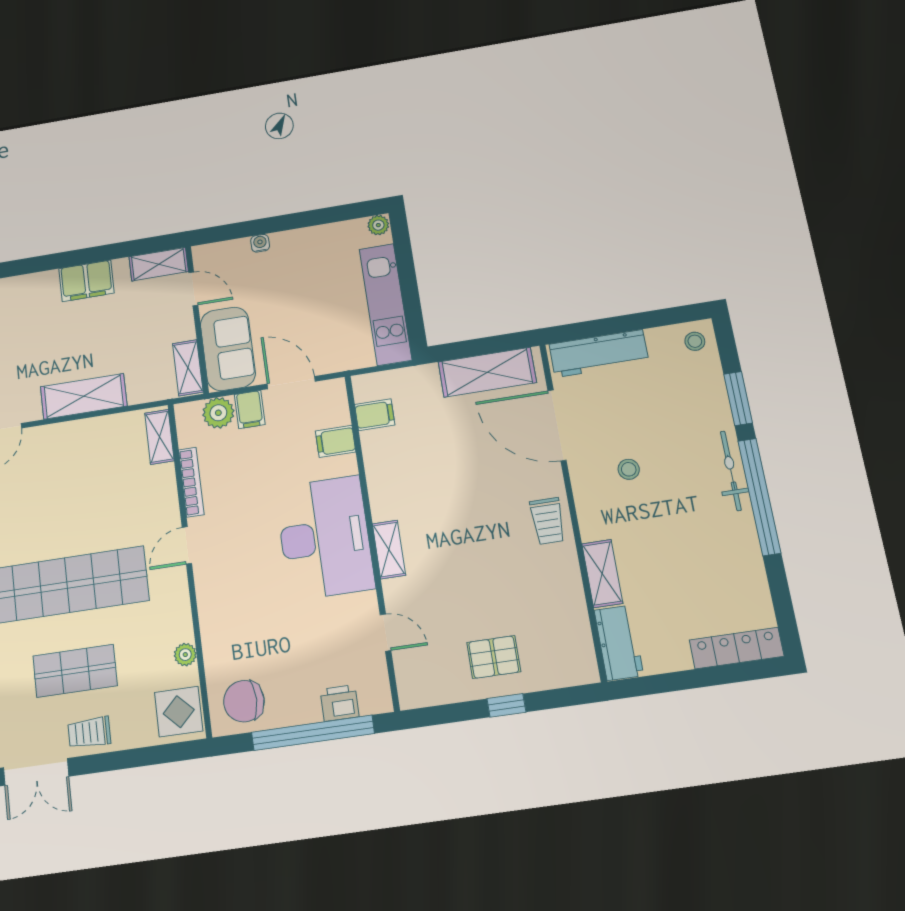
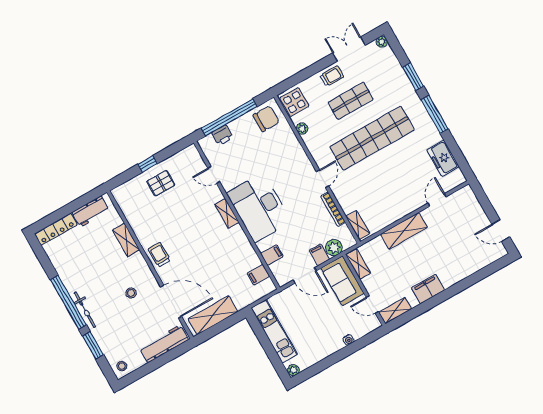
workbench: (619, 643) -> (91, 211), moved, turned -90

